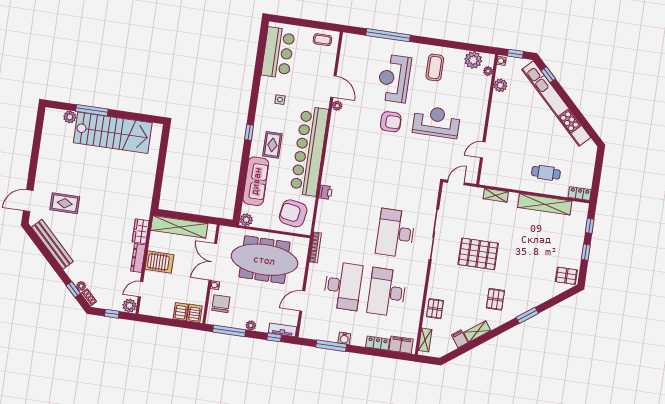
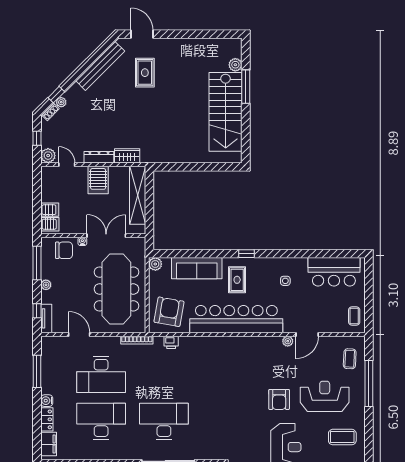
coffee table: (362, 50) -> (350, 359), added
rug: (272, 145) -> (237, 280), turned 90
printer: (326, 192) -> (171, 342), moved
water cooler: (344, 338) -> (47, 401), moved

